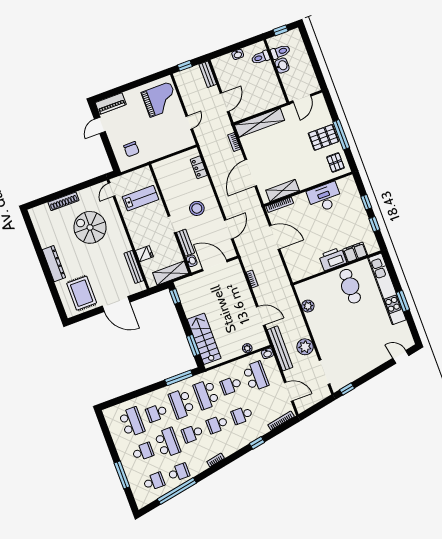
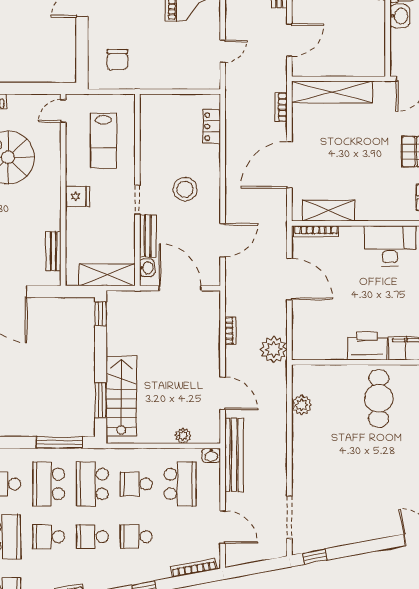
lab bench: (141, 198) -> (103, 141), turned 90
fridge: (144, 254) -> (78, 196), moved
bench: (134, 267) -> (53, 251), width x0.73
plant: (305, 347) -> (274, 349), moved

